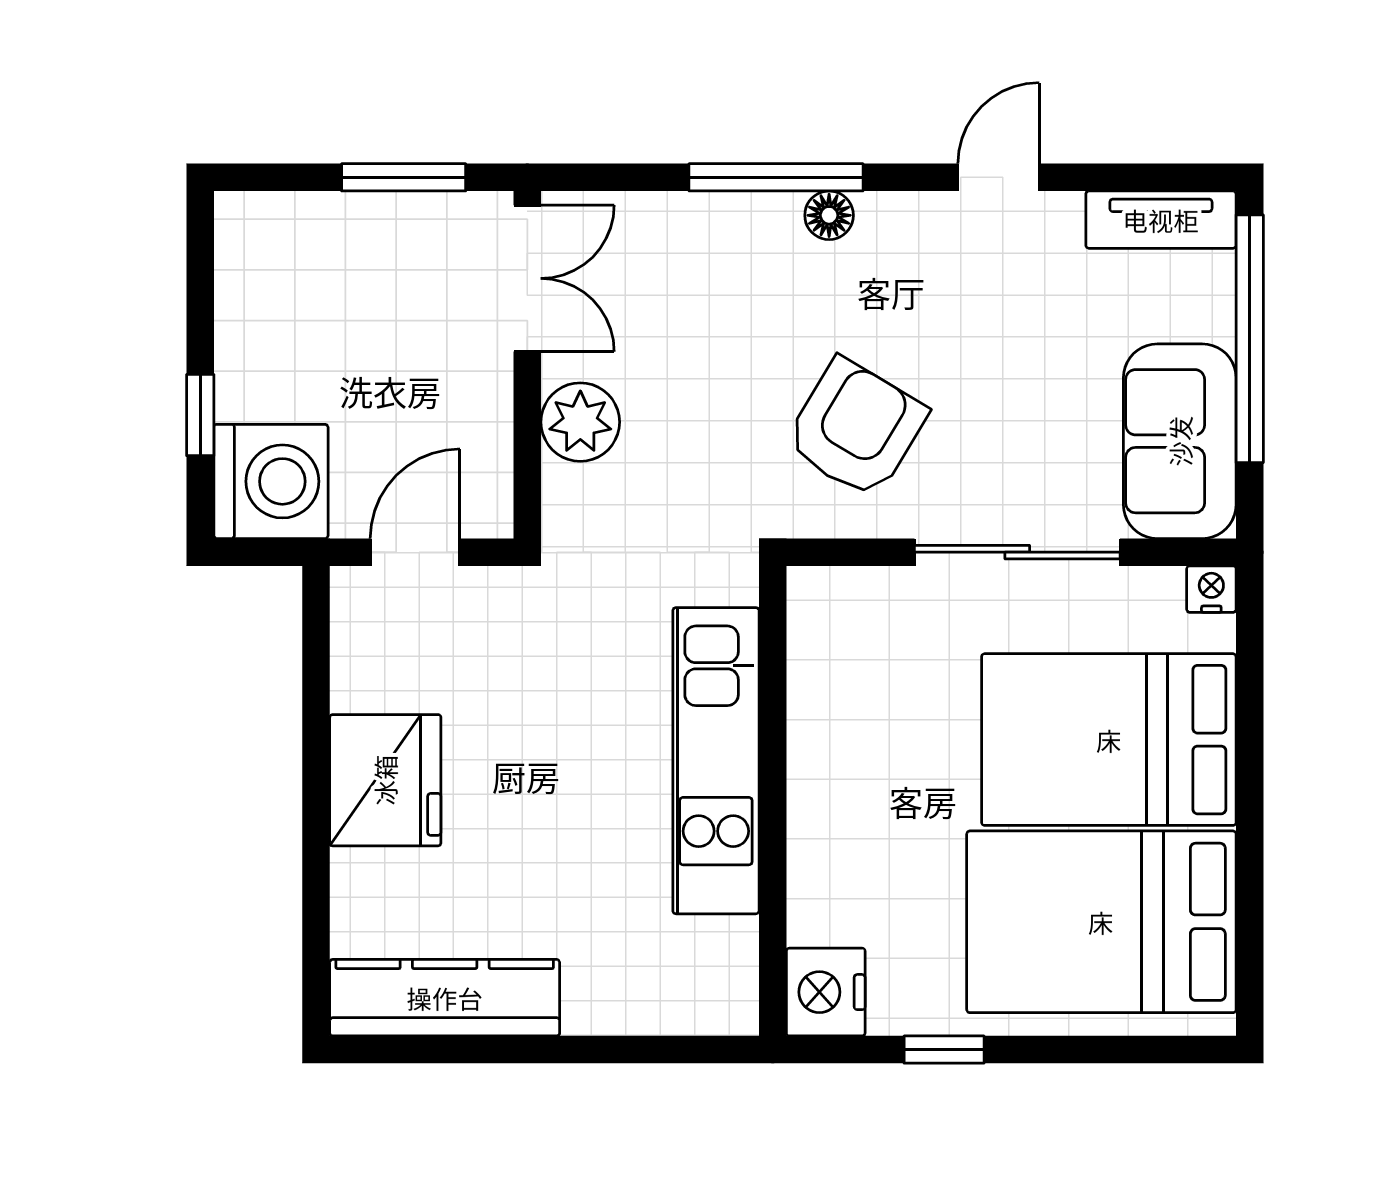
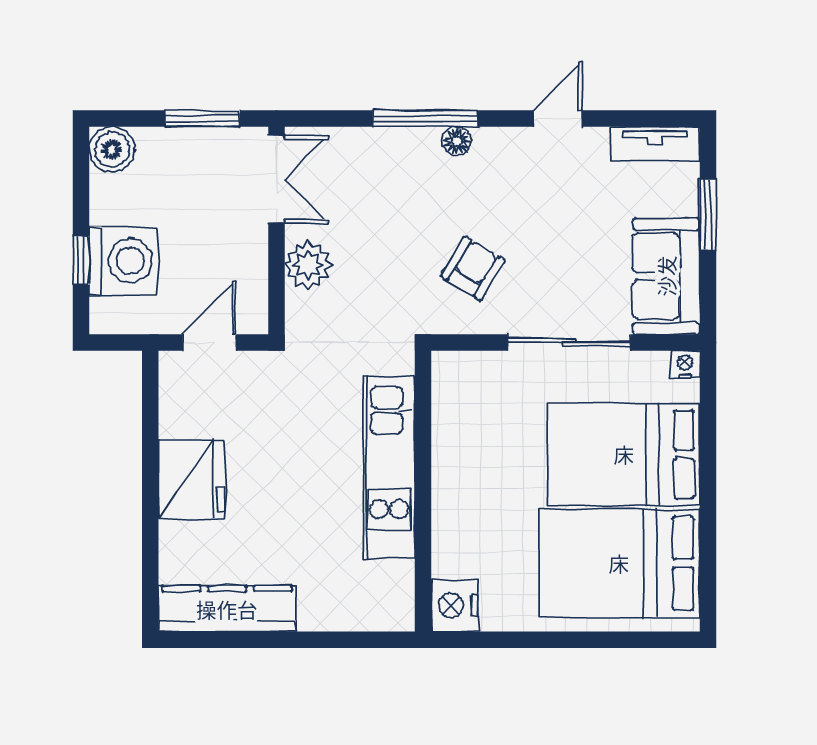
boiler: (252, 229) -> (112, 149), added
window: (1250, 339) -> (708, 215), width x0.47
armchair: (856, 428) -> (473, 268), width x0.72, depth x0.72
washing machine: (271, 481) -> (123, 261), moved
window: (944, 1050) -> (525, 640), removed

